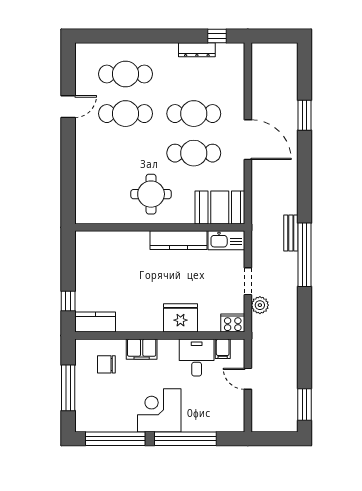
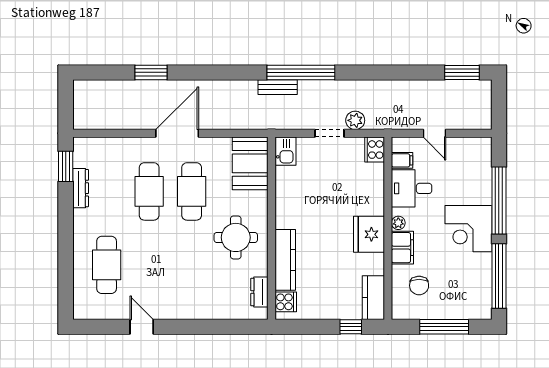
window: (217, 36) -> (66, 166), width x1.50
cafe table: (126, 114) -> (149, 265), removed
dresser: (100, 216) -> (259, 292), added
kitchen counter: (178, 240) -> (285, 260), moved
kitchen sink: (226, 240) -> (285, 151), width x0.73
cooker: (91, 241) -> (286, 302), added
fridge: (180, 318) -> (369, 234), moved
plant: (165, 345) -> (398, 223), added
door: (248, 379) -> (435, 133), hinge flipped

